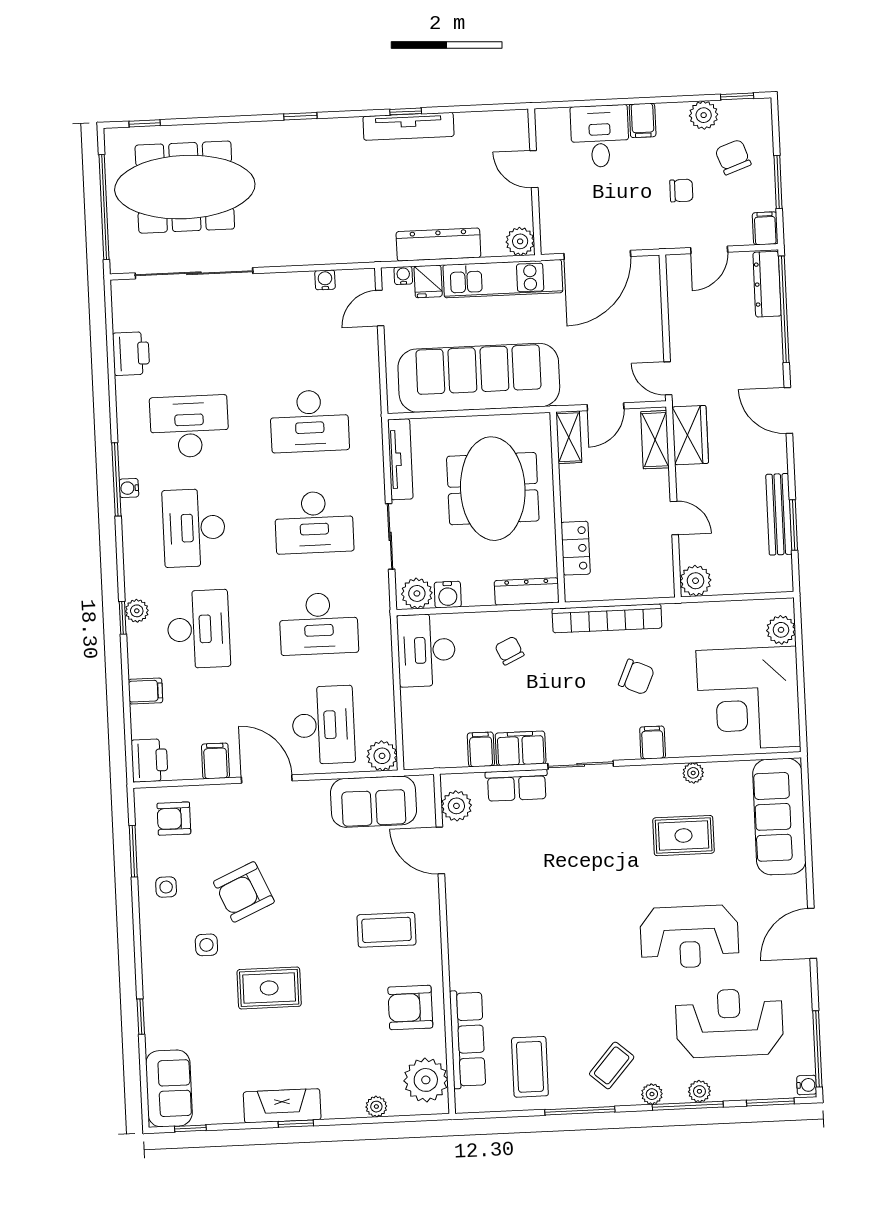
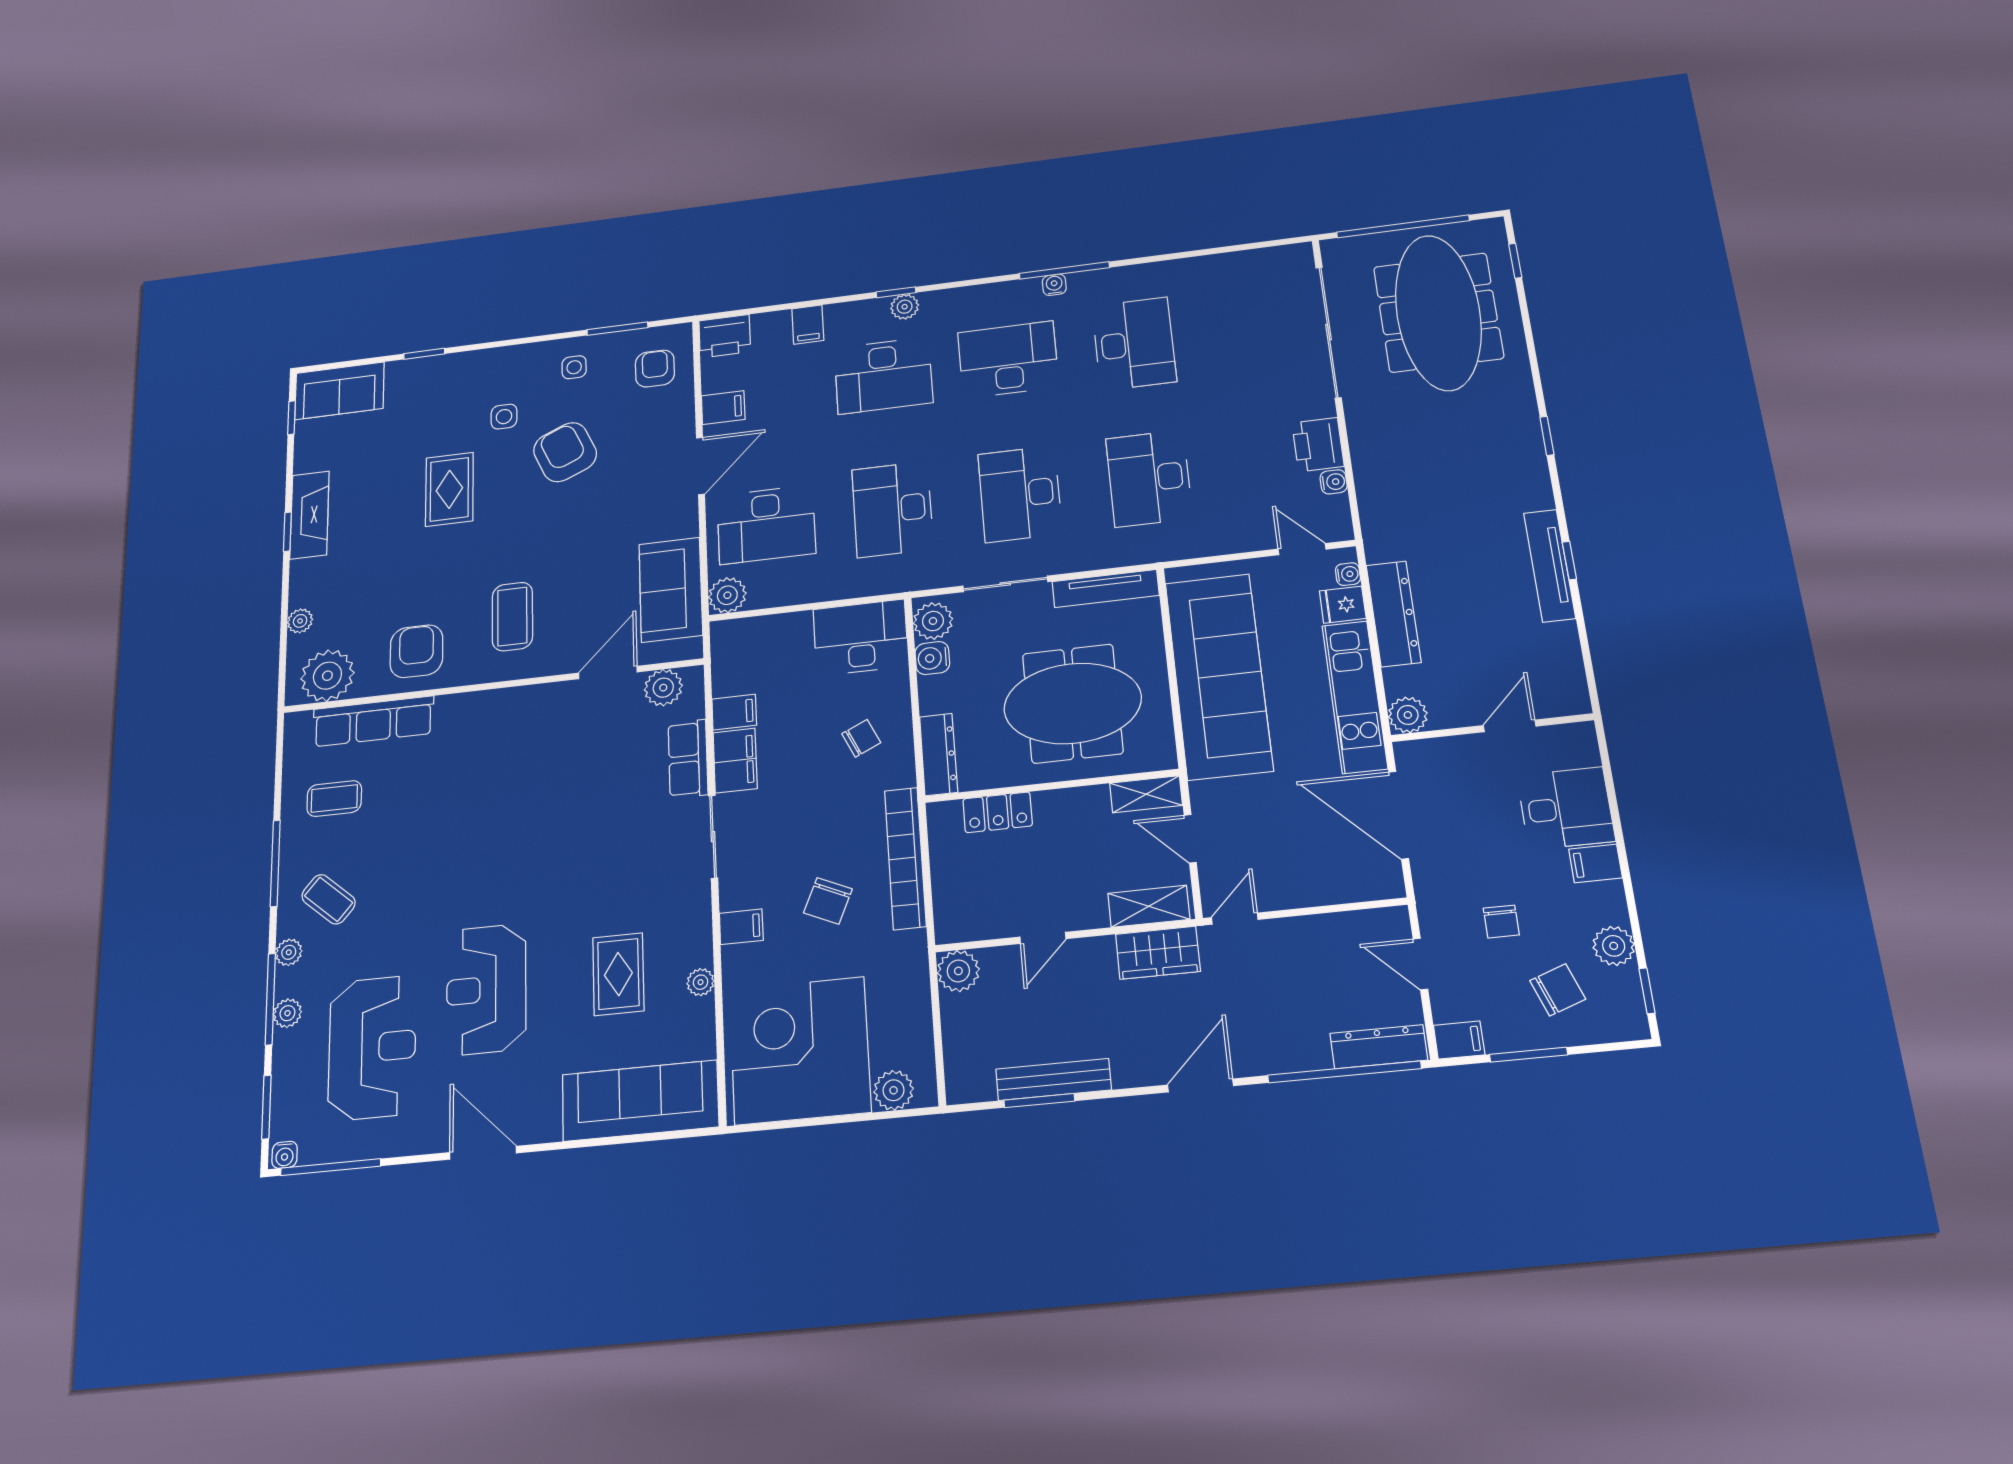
printer: (131, 354) -> (1318, 445), moved, turned 90
coffee table: (530, 1067) -> (334, 799), width x0.73, depth x0.77

